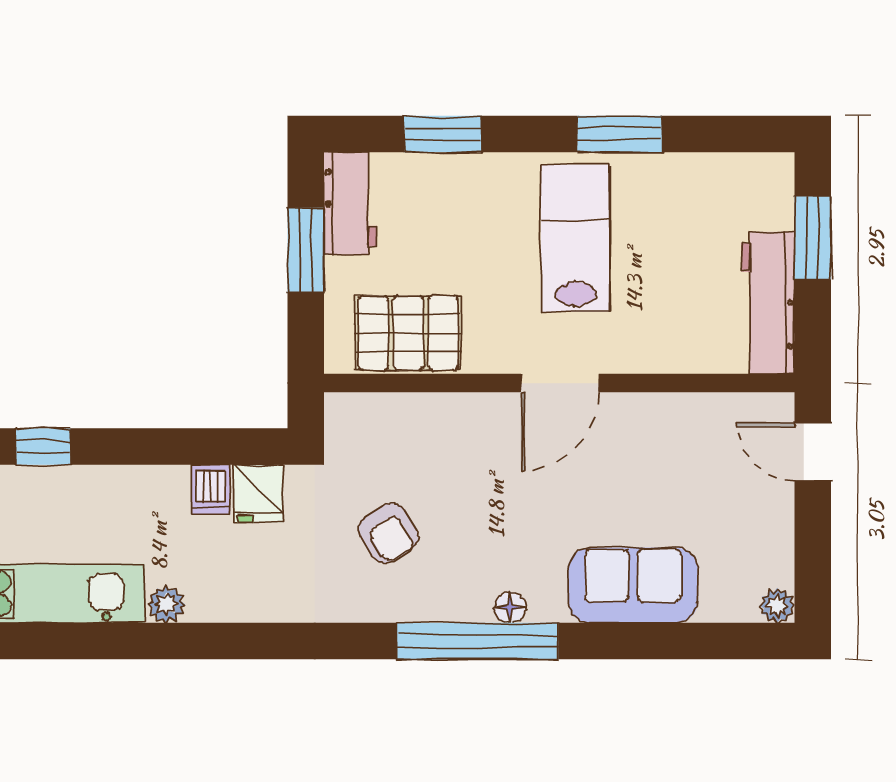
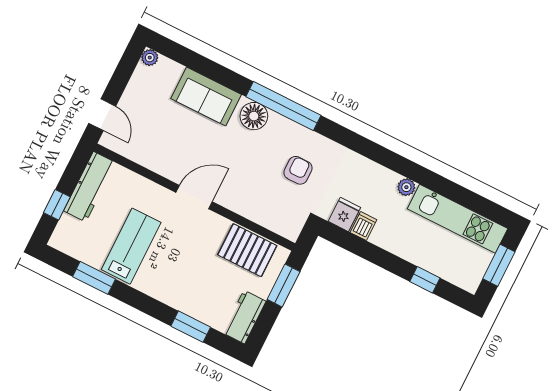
window: (619, 134) -> (94, 278), moved
lab bench: (575, 238) -> (131, 246), moved, turned 180
window: (813, 238) -> (57, 205), width x0.67
window: (306, 250) -> (284, 286), moved
armchair: (388, 533) -> (298, 170), turned 31
floor lamp: (510, 608) -> (254, 116), width x1.89, depth x1.89

